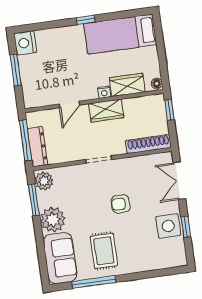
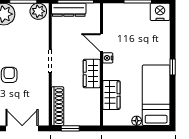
floor lamp: (157, 83) -> (137, 121), moved
nightstand: (104, 92) -> (108, 58), moved
window: (169, 110) -> (70, 128), moved

